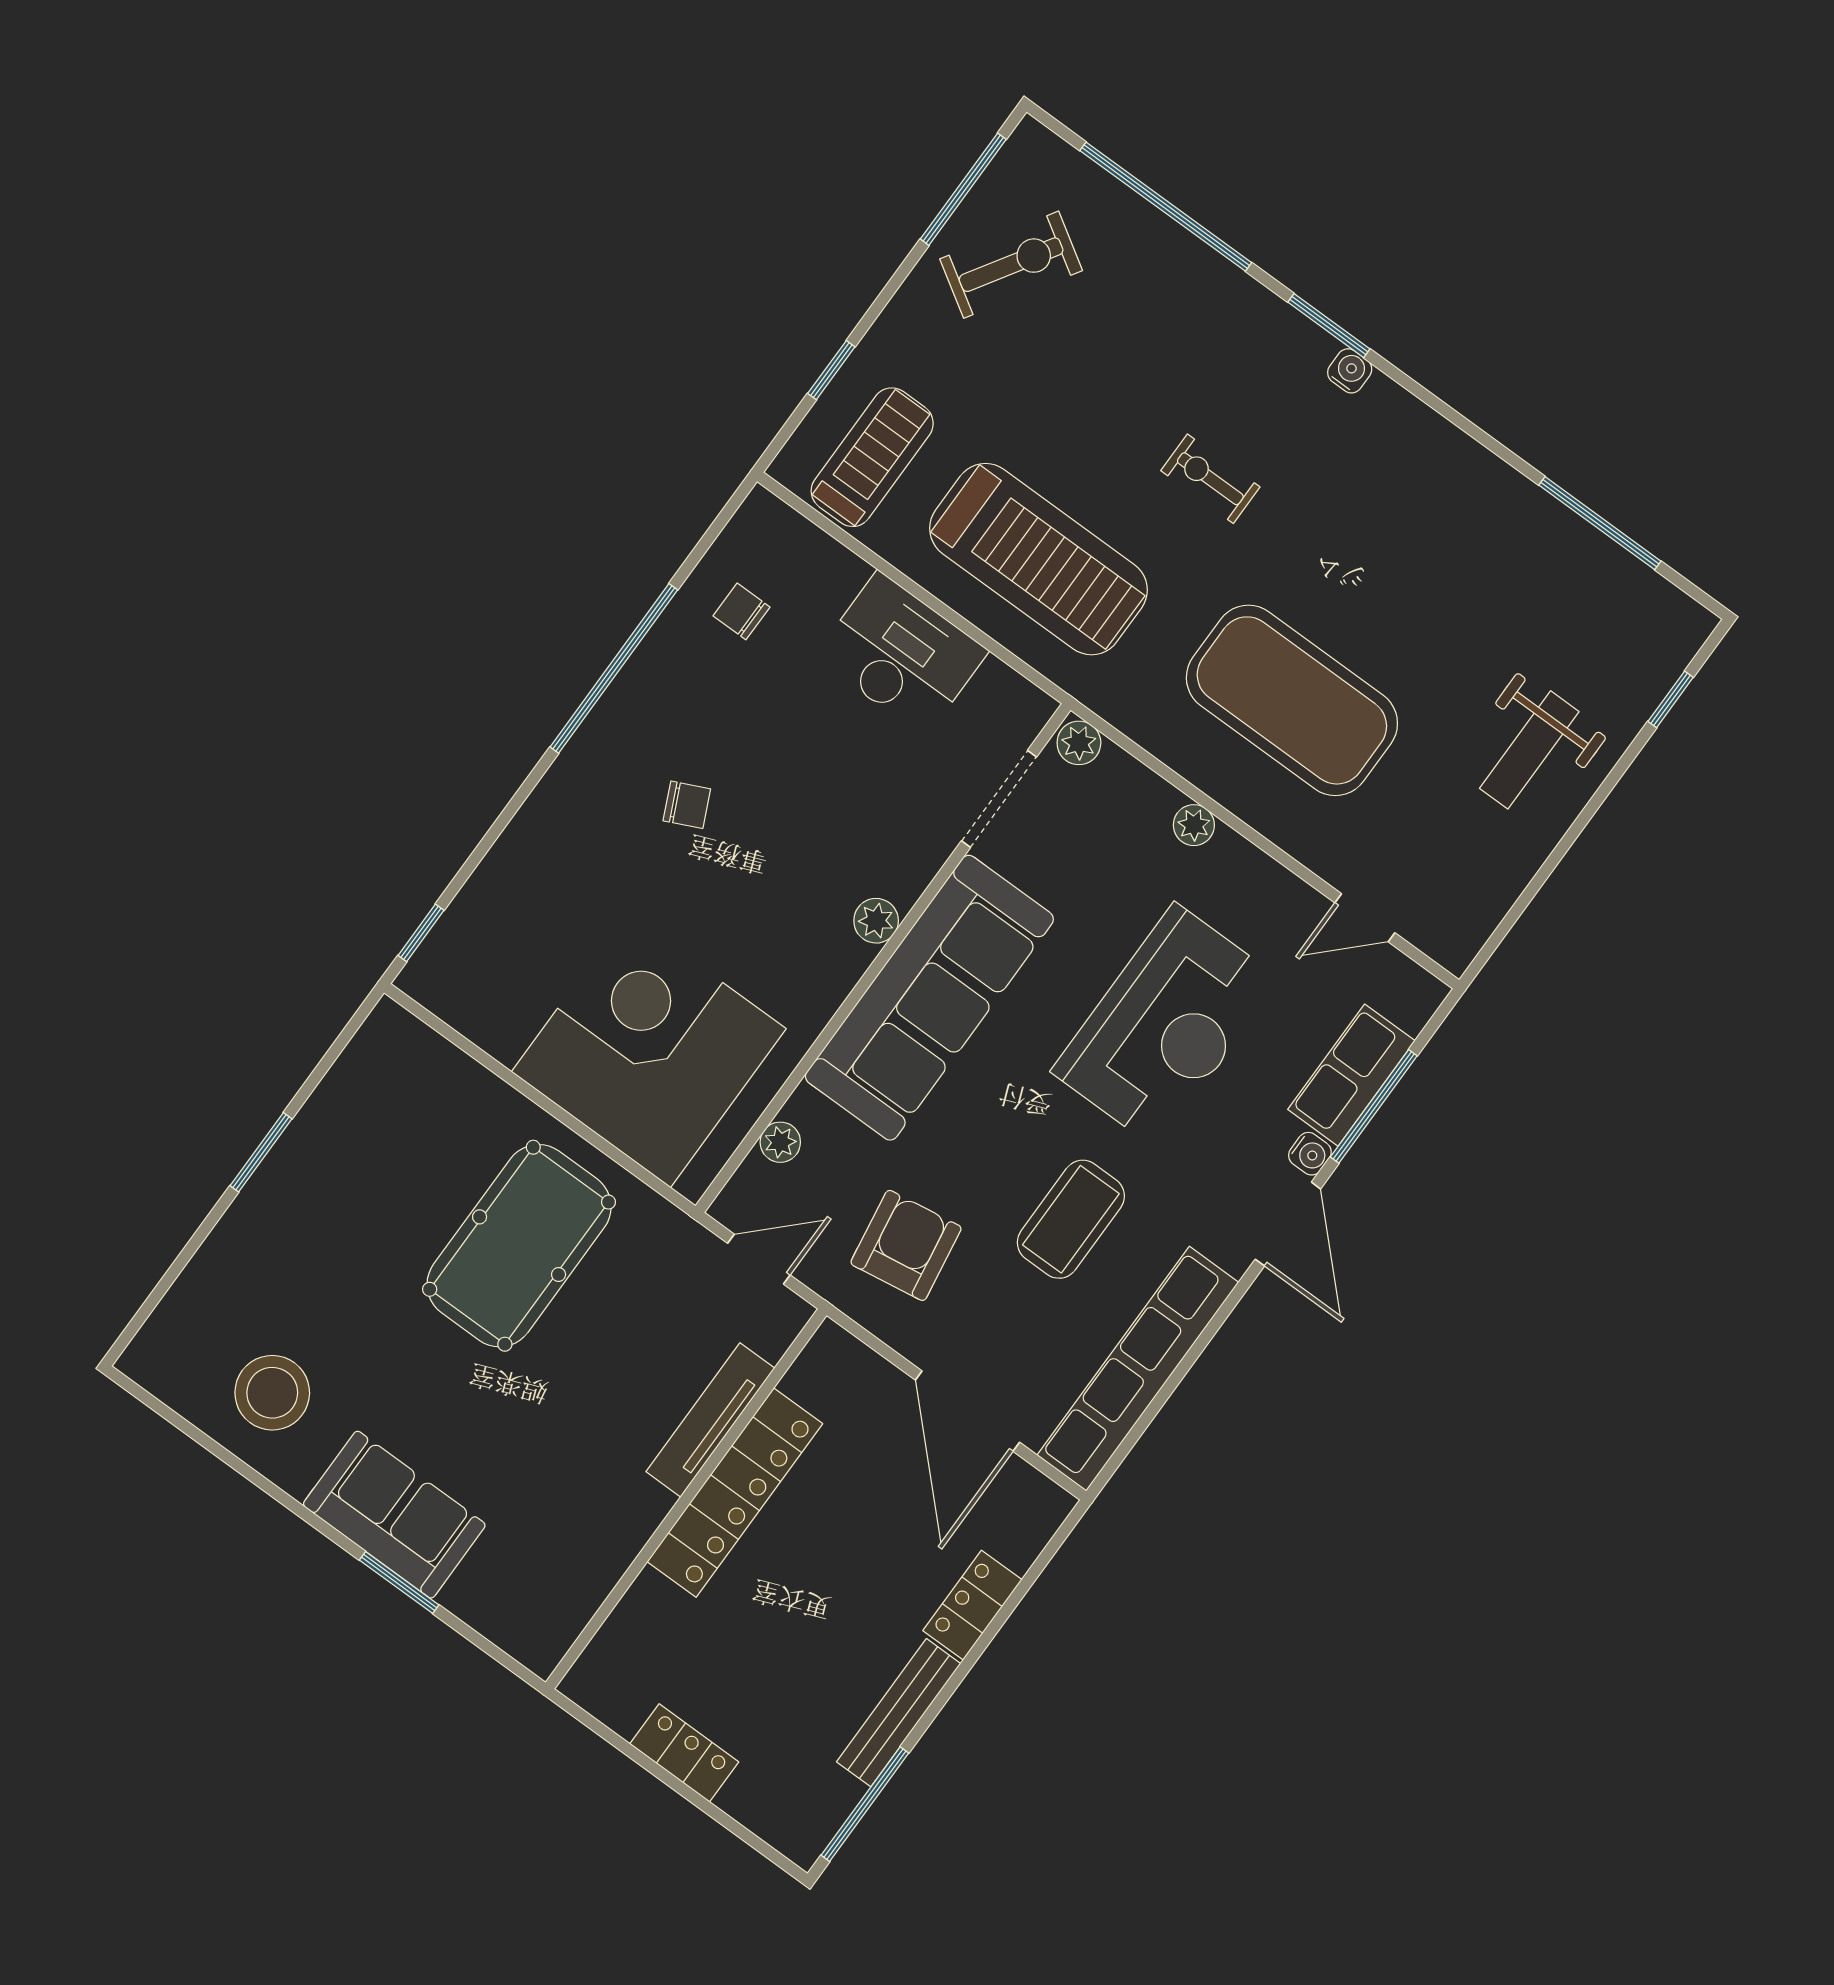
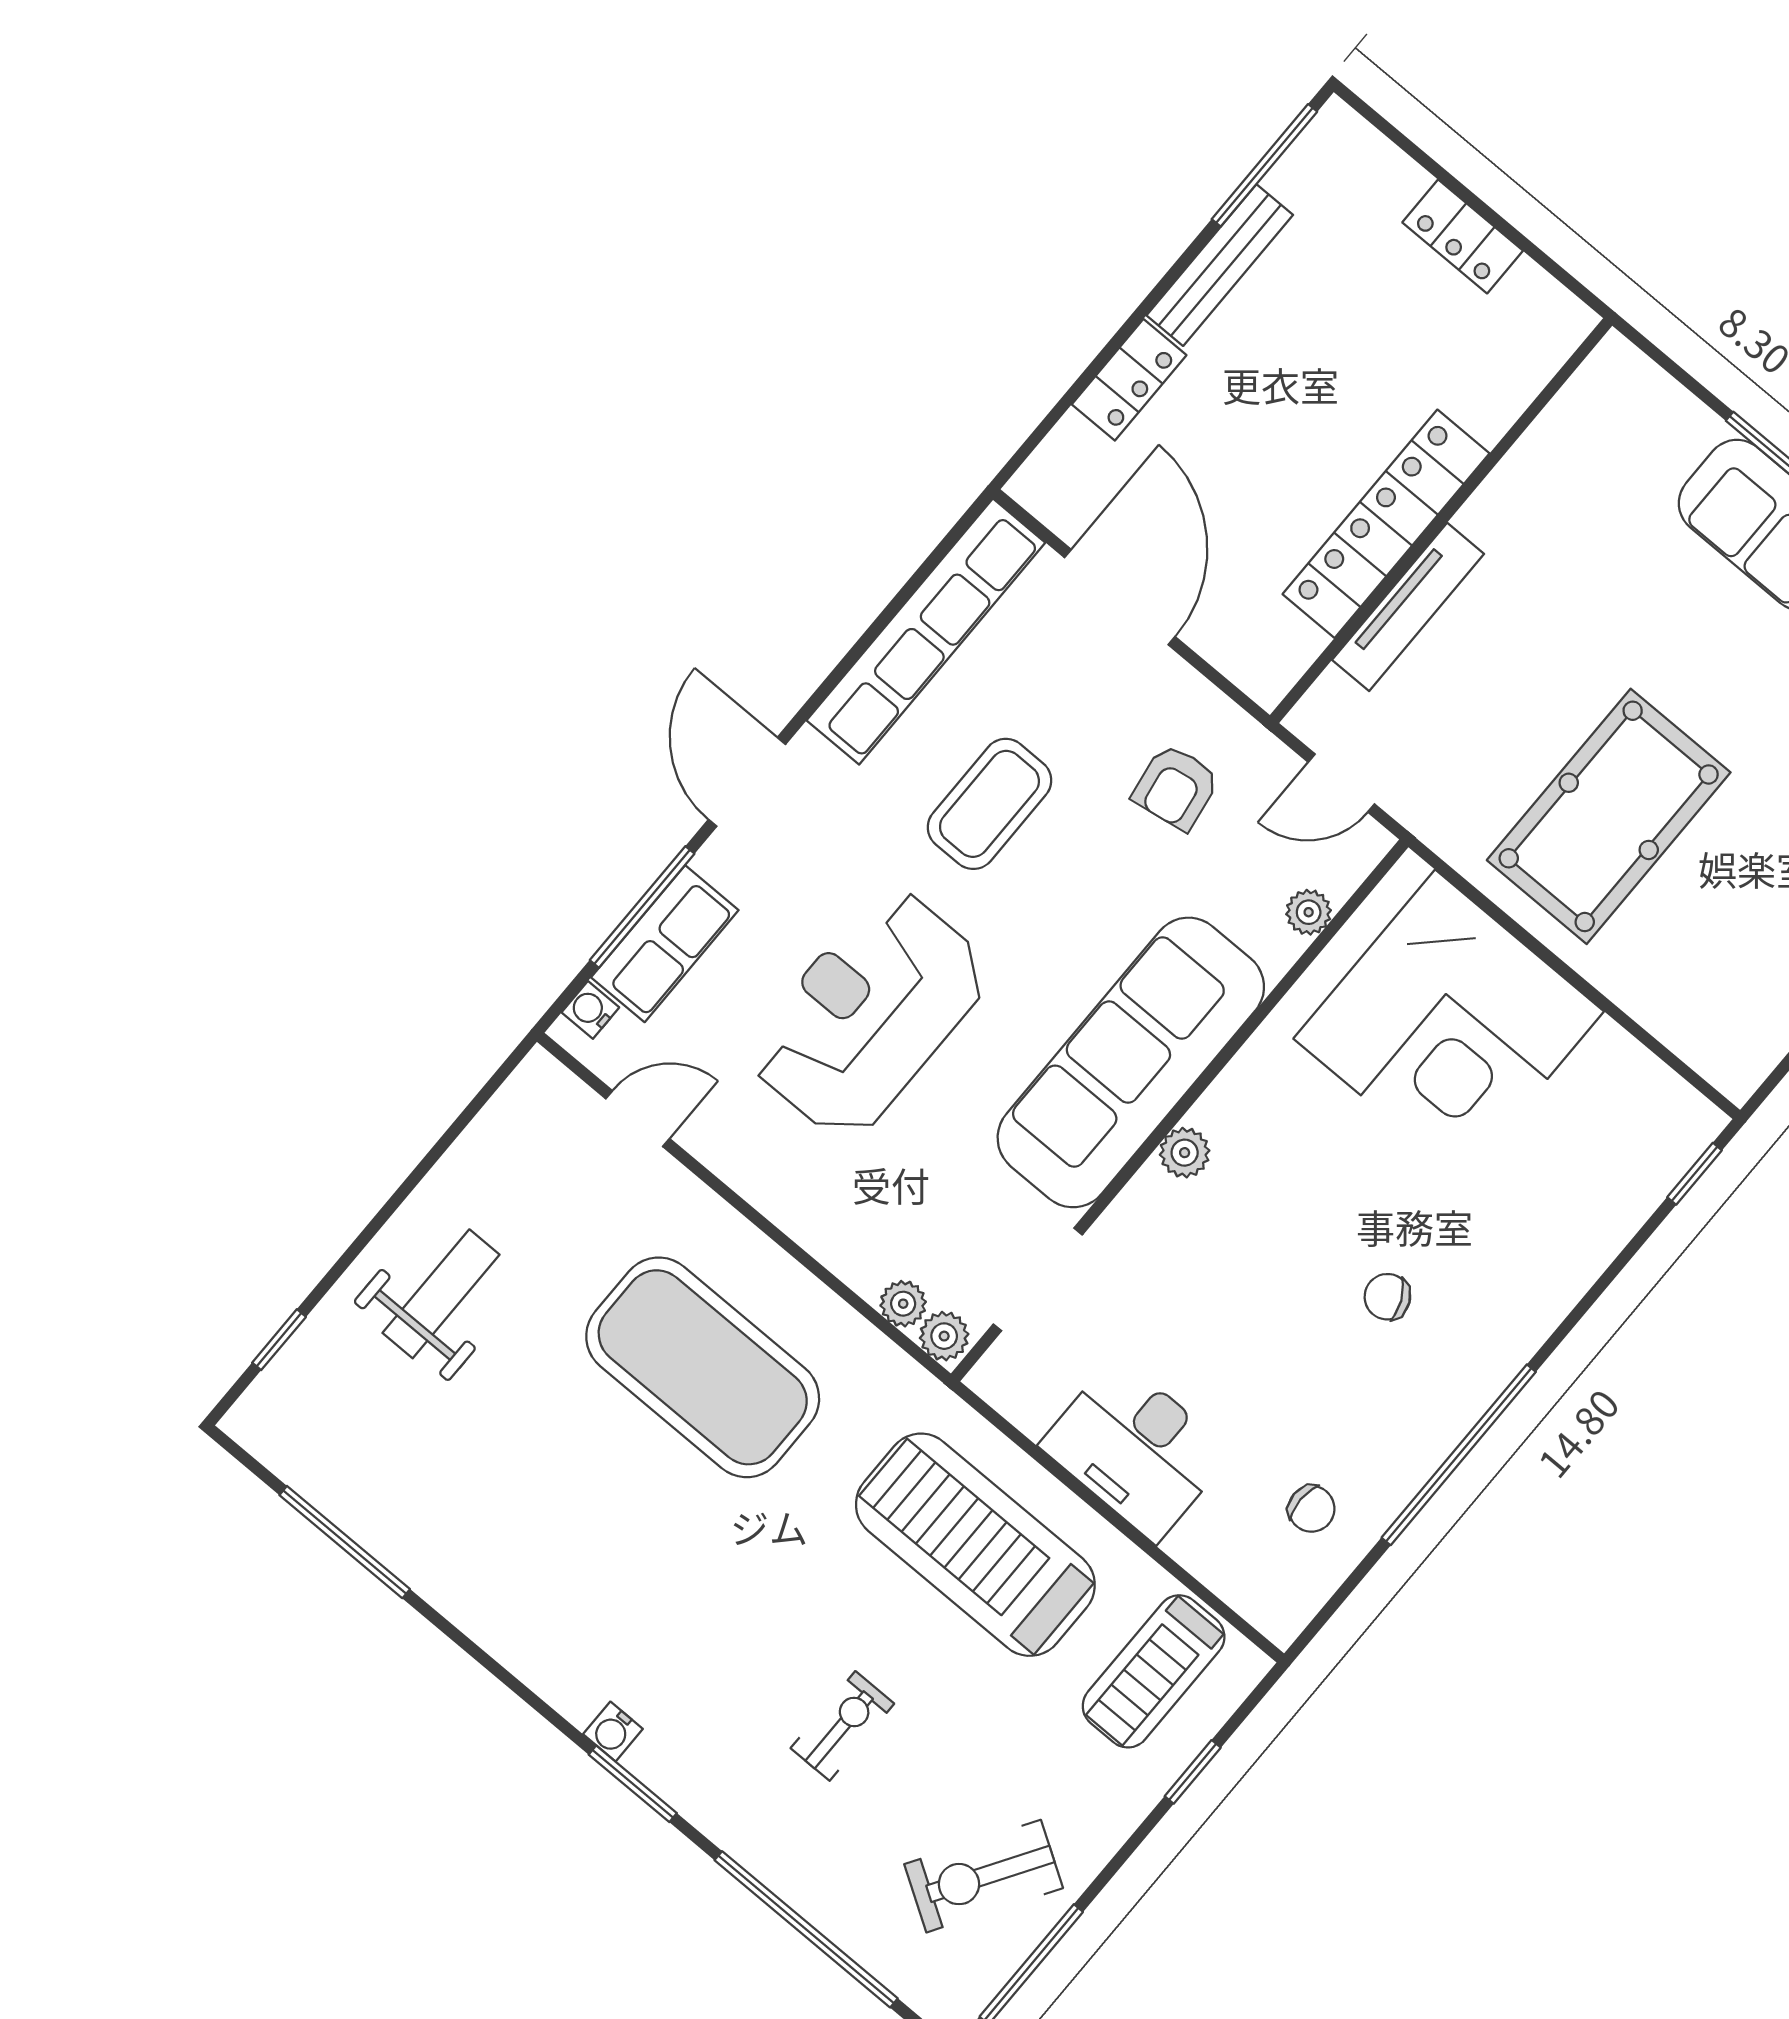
exercise bike: (1210, 479) -> (842, 1726), moved, turned -90
plant: (1194, 825) -> (903, 1304), moved
water cooler: (1310, 1154) -> (590, 1010), moved
armchair: (906, 1245) -> (1176, 787), width x0.72, depth x0.72

